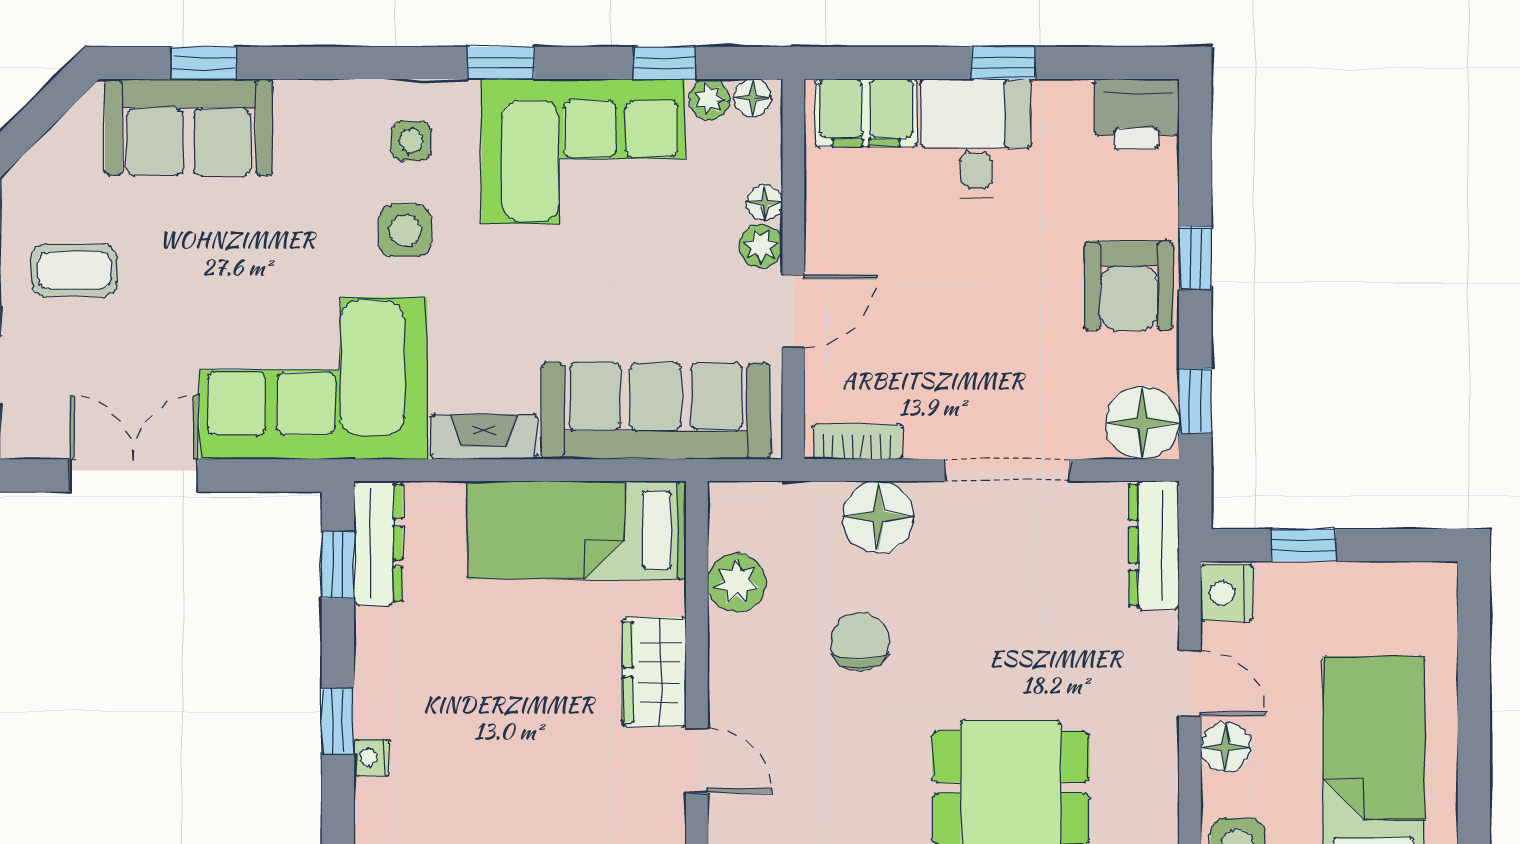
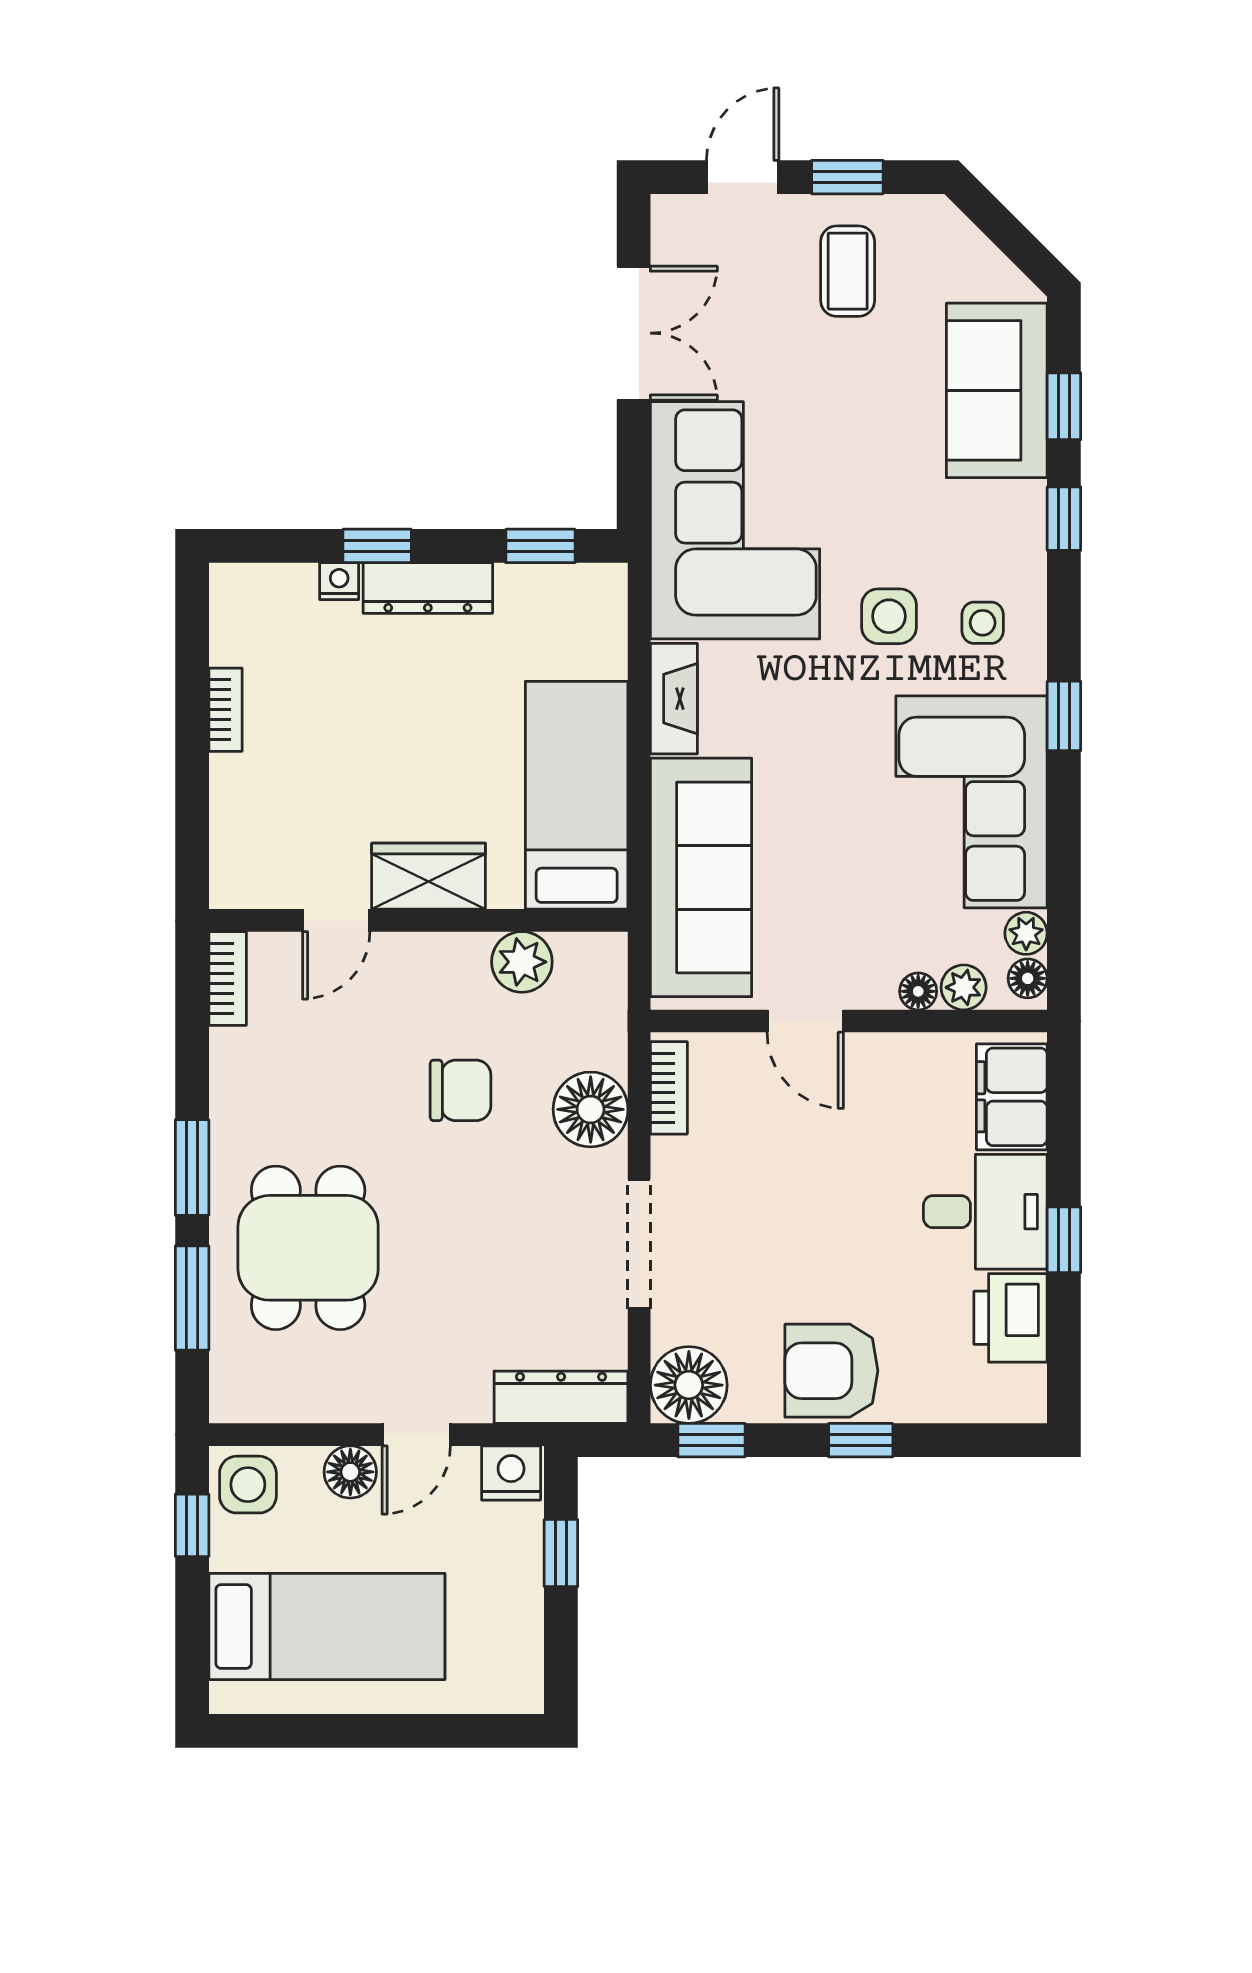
window: (665, 63) -> (1064, 519), moved
printer: (1137, 114) -> (1011, 1318), moved
plant: (761, 246) -> (964, 987), moved
dresser: (378, 543) -> (428, 588), moved

